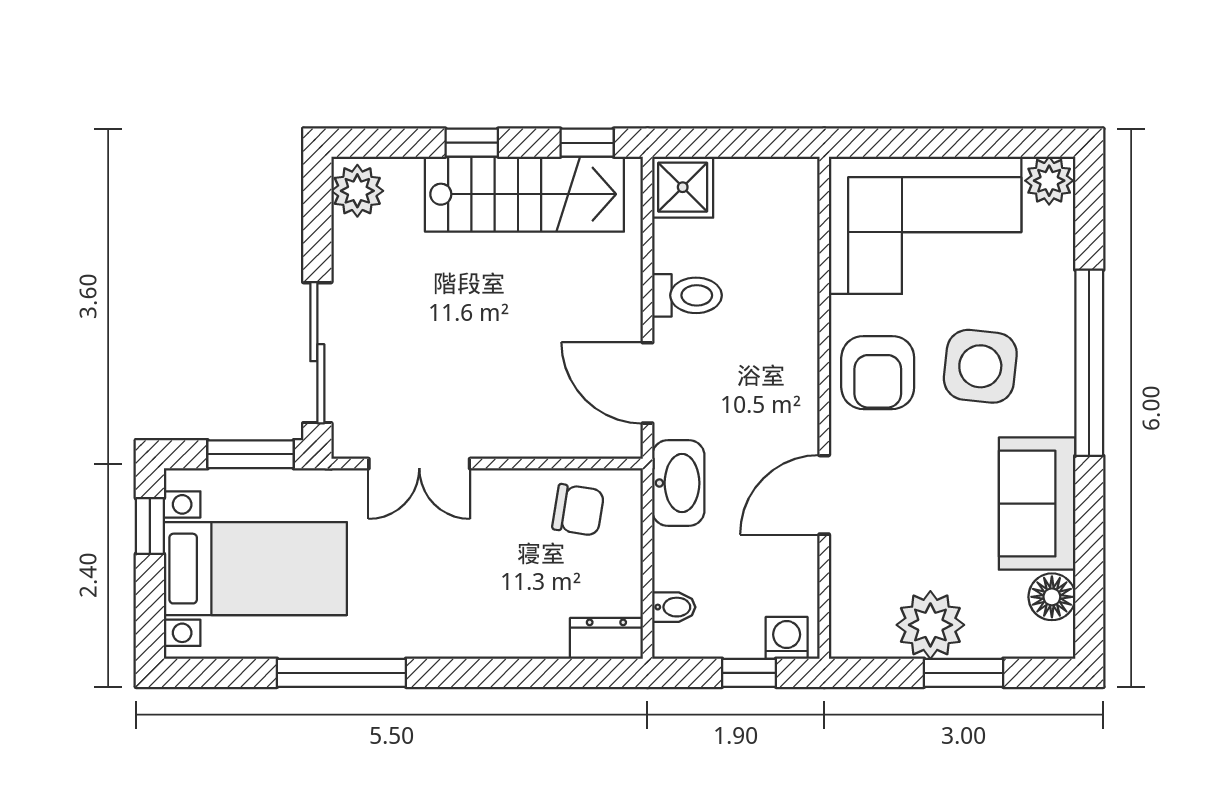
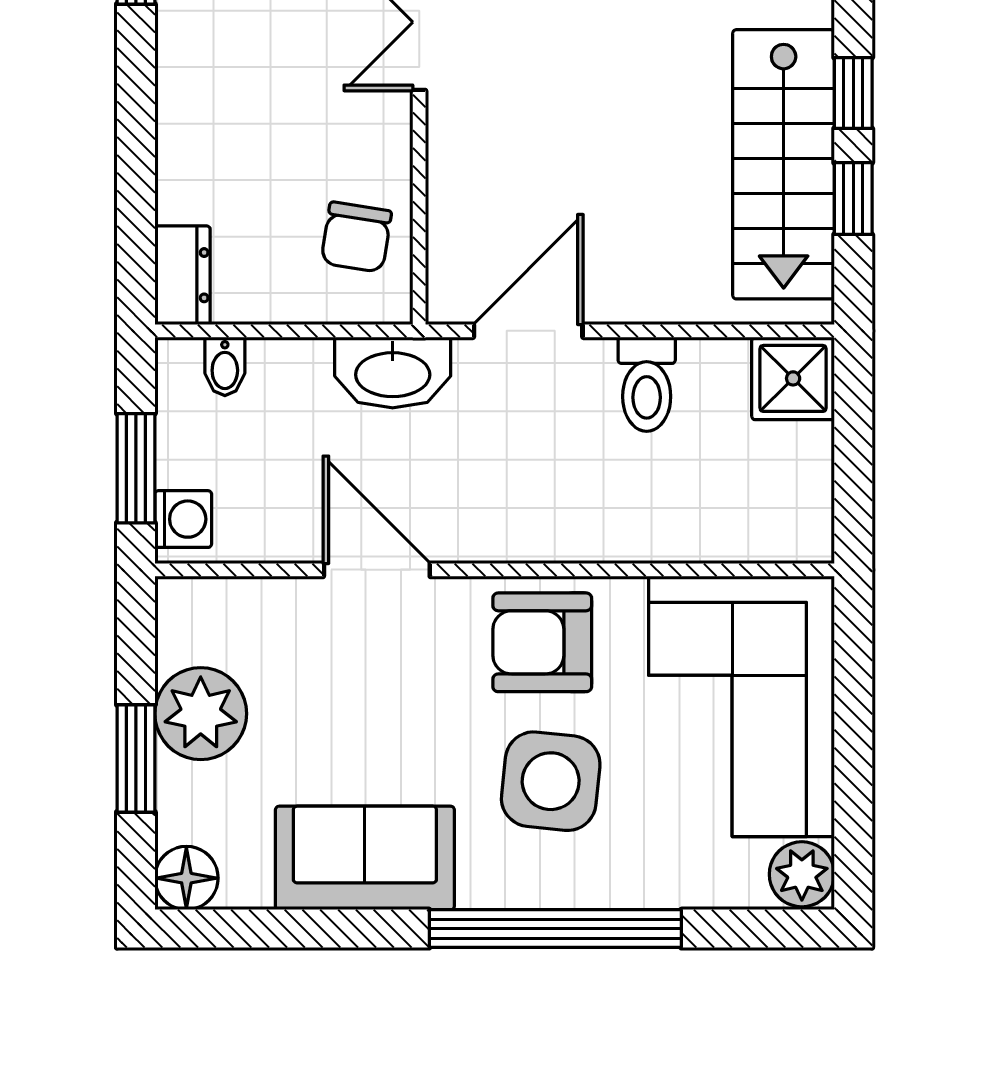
window: (587, 143) -> (853, 199), moved
floor lamp: (1052, 597) -> (186, 878), moved
window: (749, 673) -> (136, 468), width x1.50

